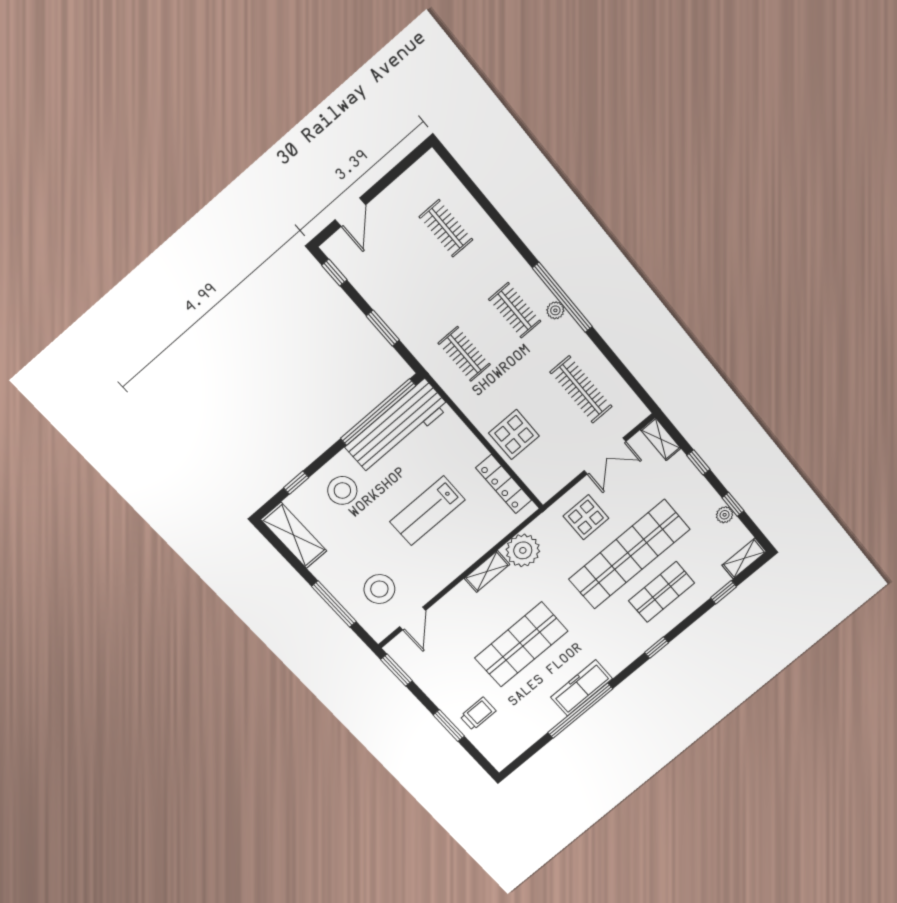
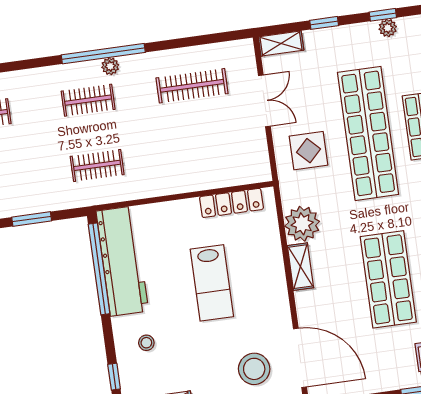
display table: (514, 434) -> (194, 167), removed
stool: (342, 490) -> (146, 343), width x0.53, depth x0.53
door: (413, 618) -> (300, 358), width x1.87

